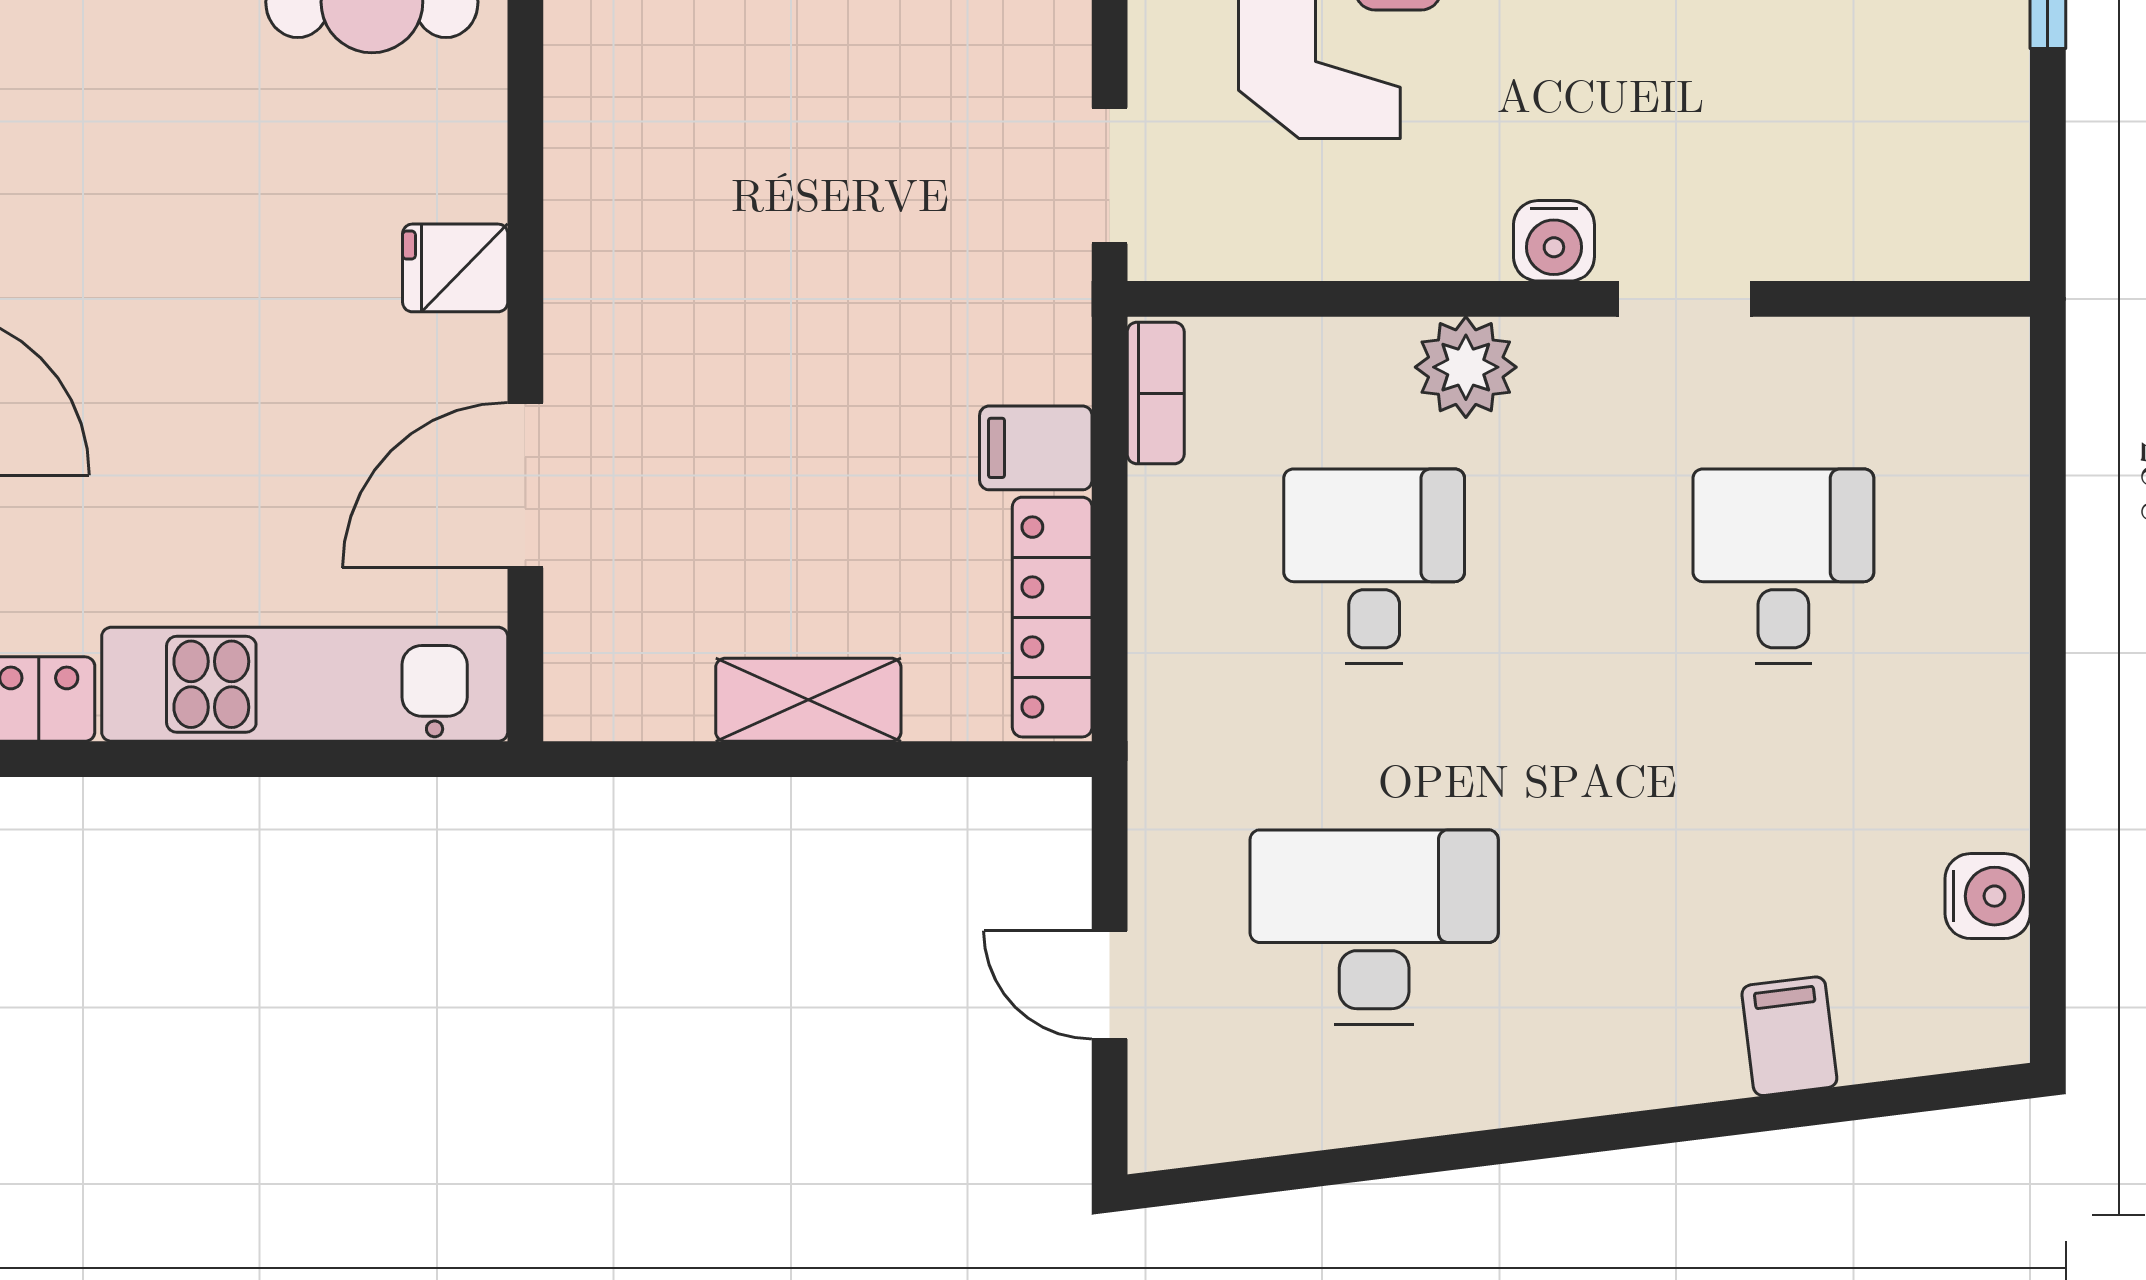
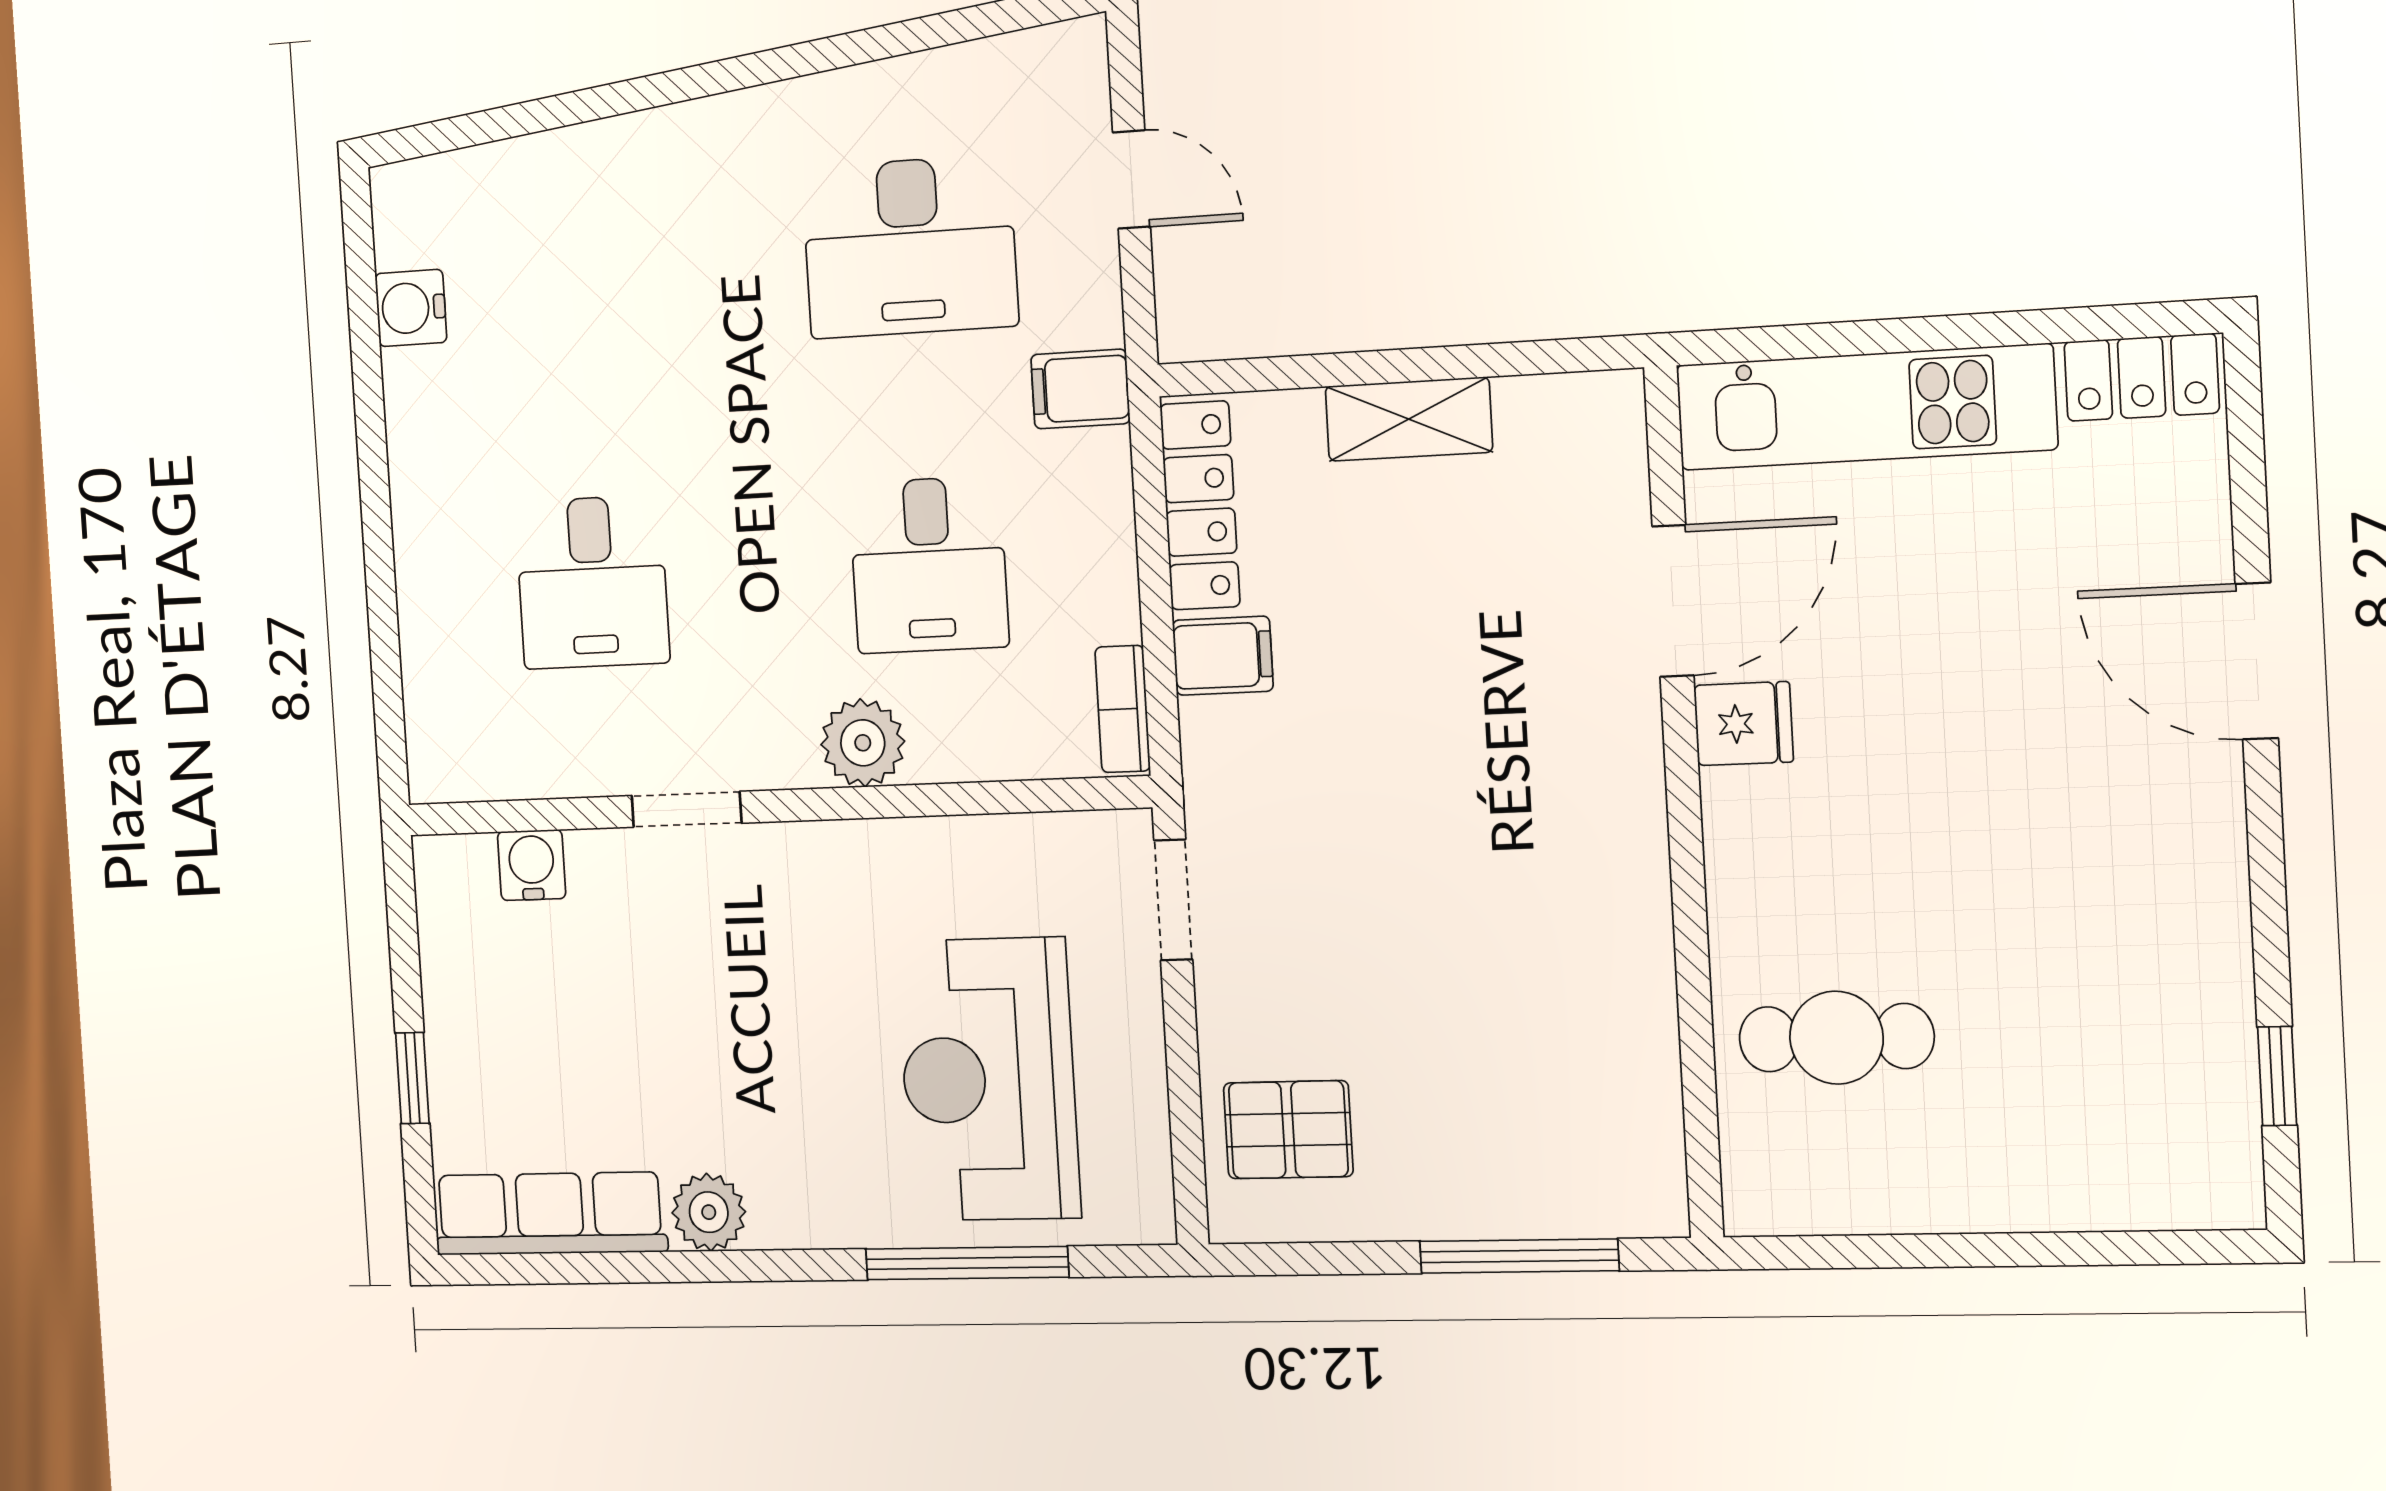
water cooler: (1554, 241) -> (532, 865), moved
fridge: (455, 268) -> (1743, 724), moved
filing cabinet: (1789, 1036) -> (1080, 389), moved, turned 97

